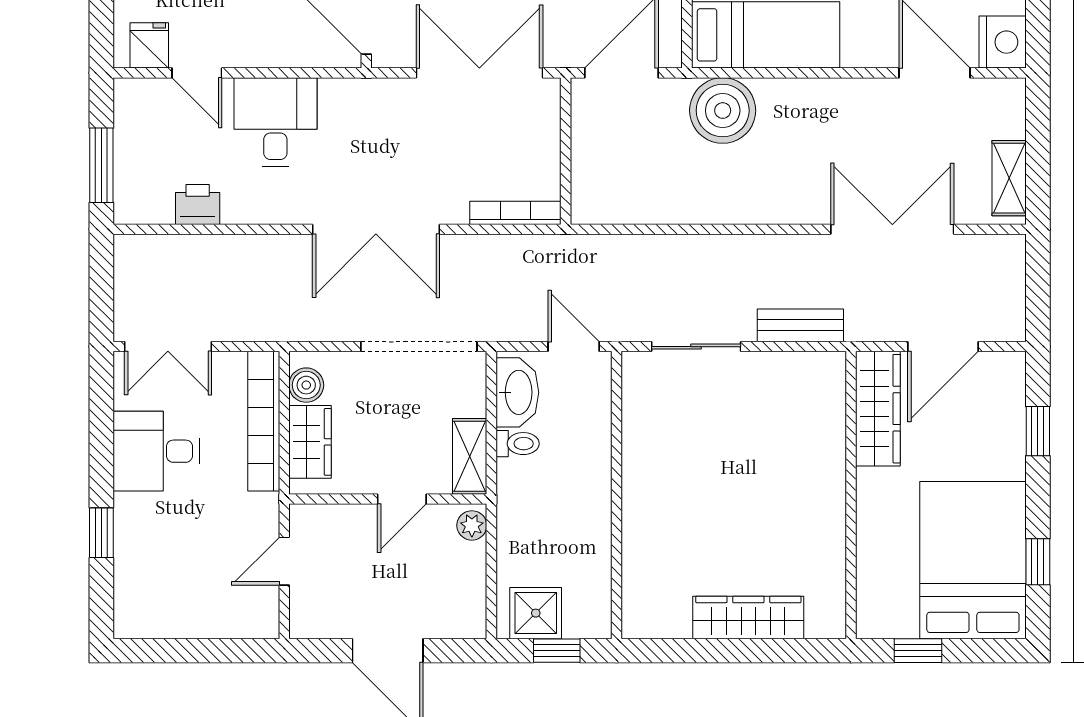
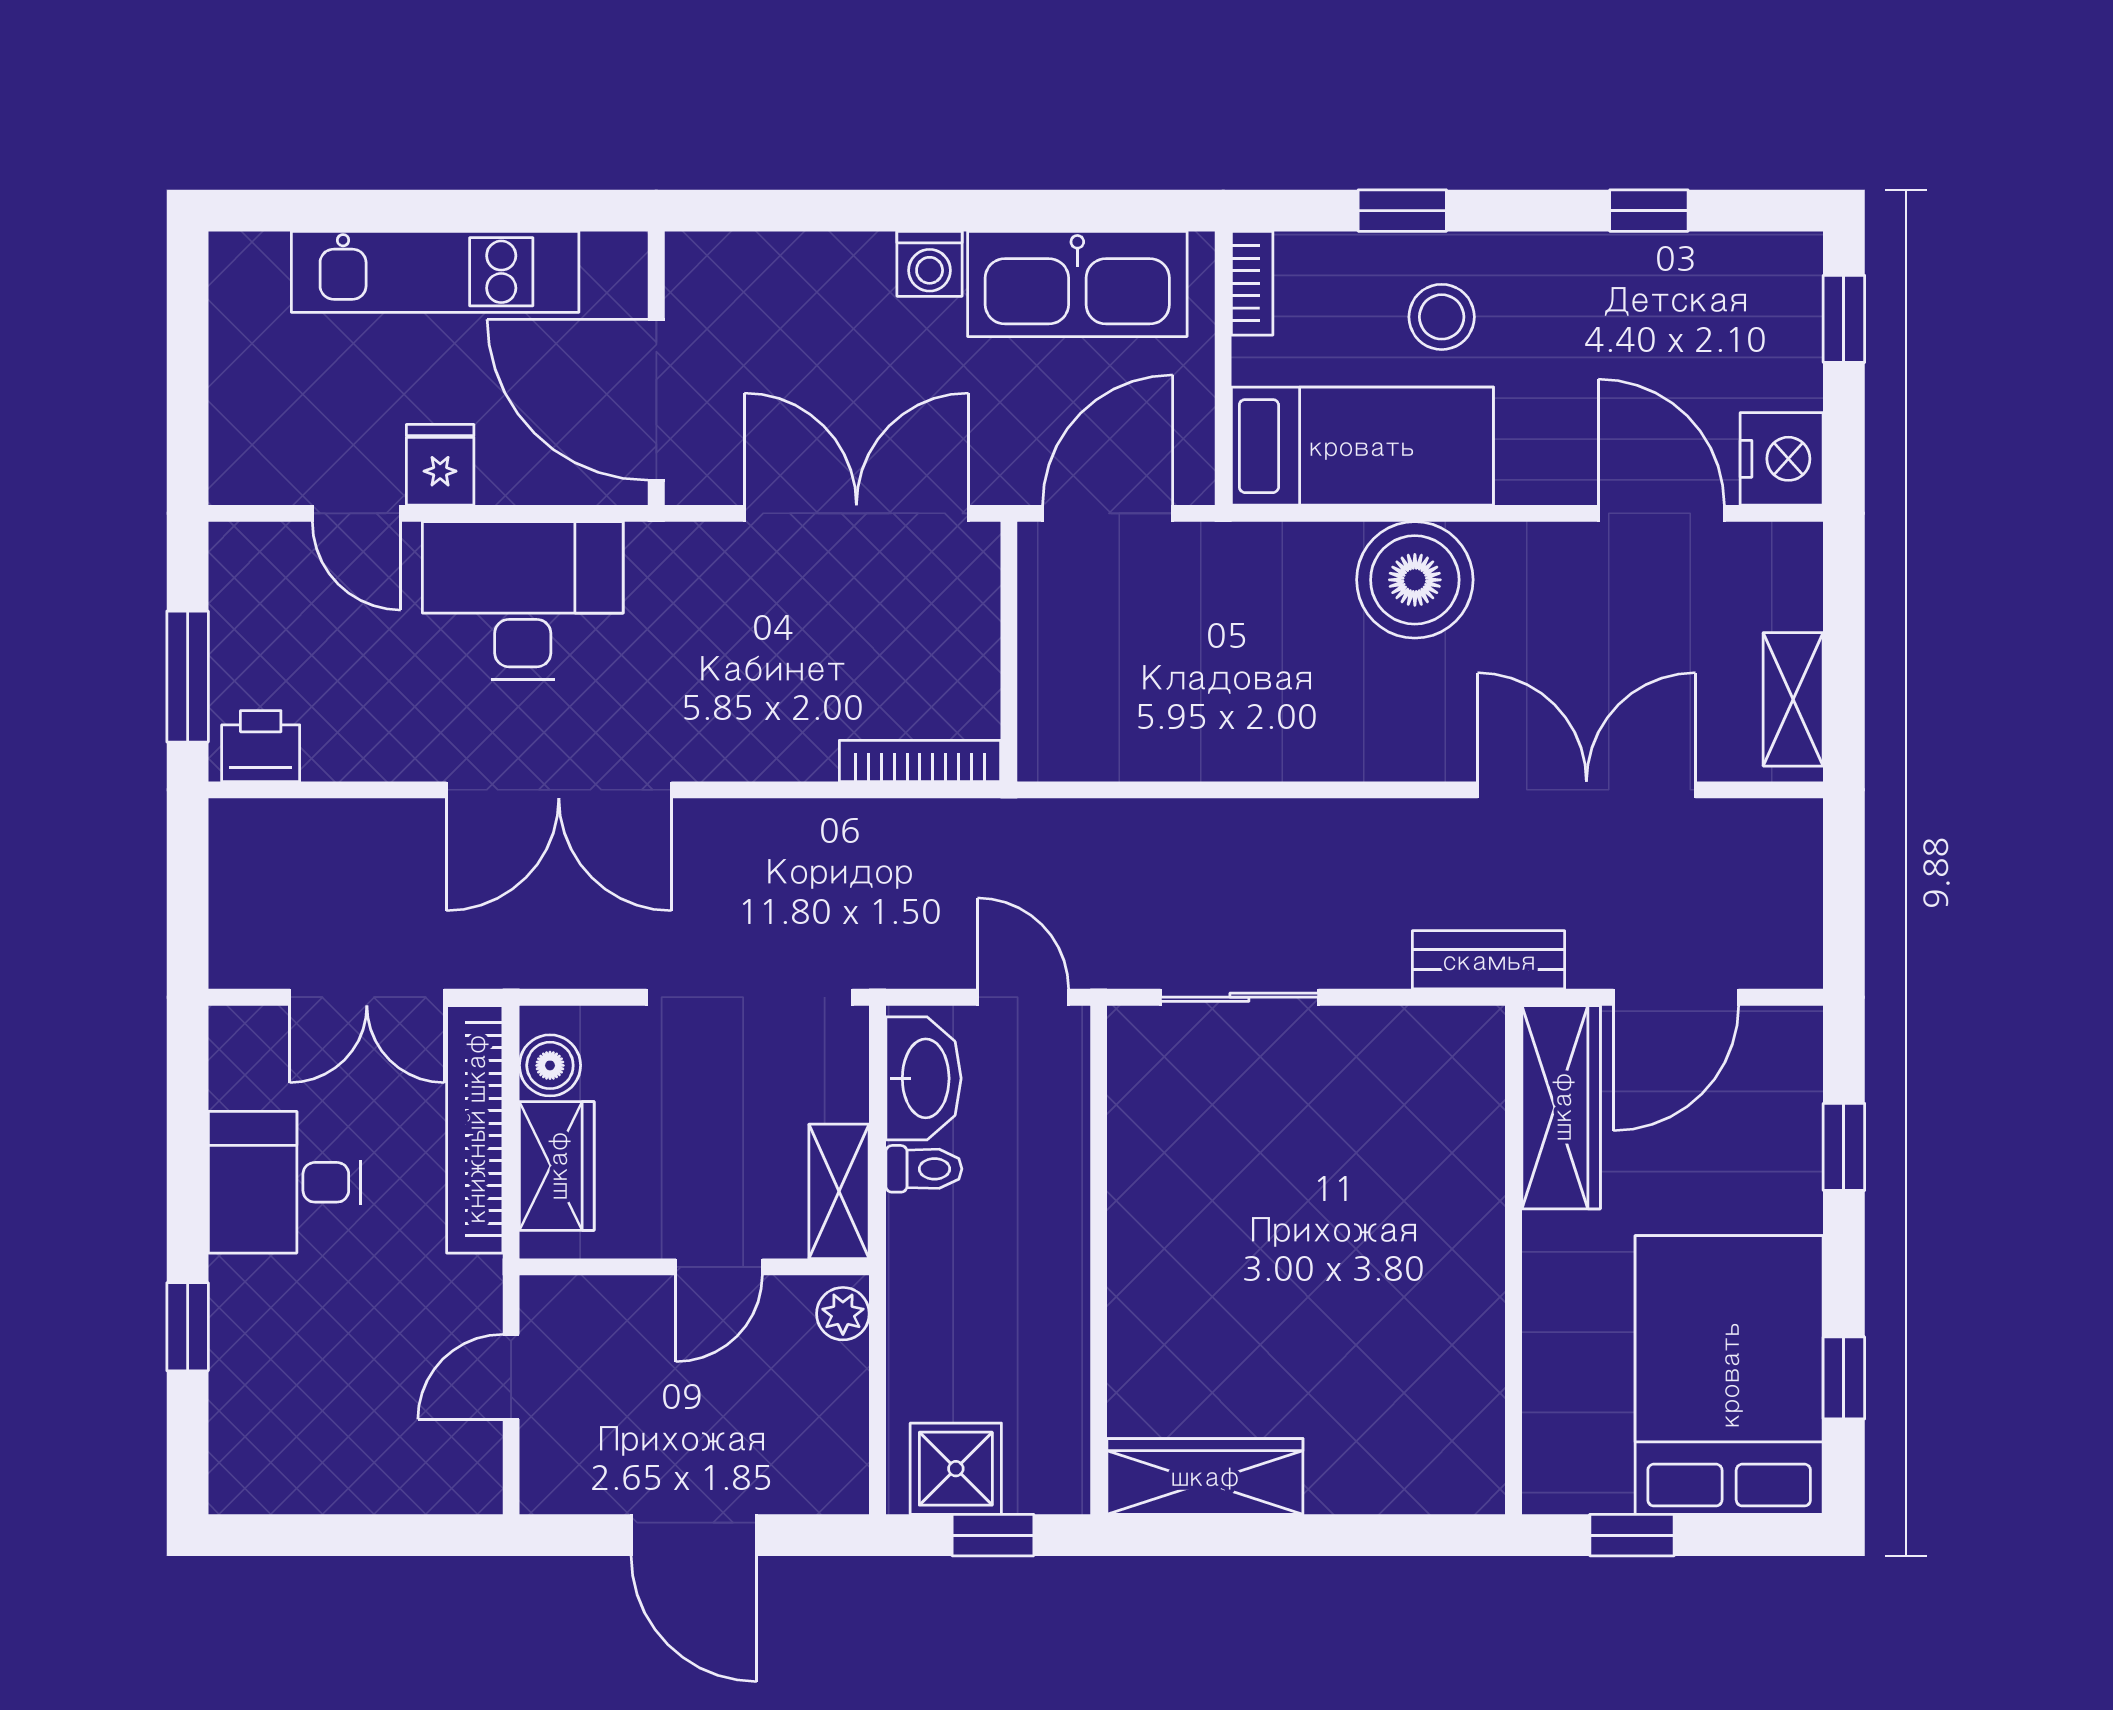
fridge: (149, 45) -> (440, 465), moved
boiler: (723, 111) -> (1415, 580), moved
desk: (275, 122) -> (523, 600), width x1.37
printer: (198, 204) -> (261, 746), moved
double door: (376, 229) -> (559, 790), moved
bench: (800, 325) -> (1489, 960), moved
double door: (168, 347) -> (367, 997), moved
wardrobe: (748, 617) -> (1205, 1476), moved

